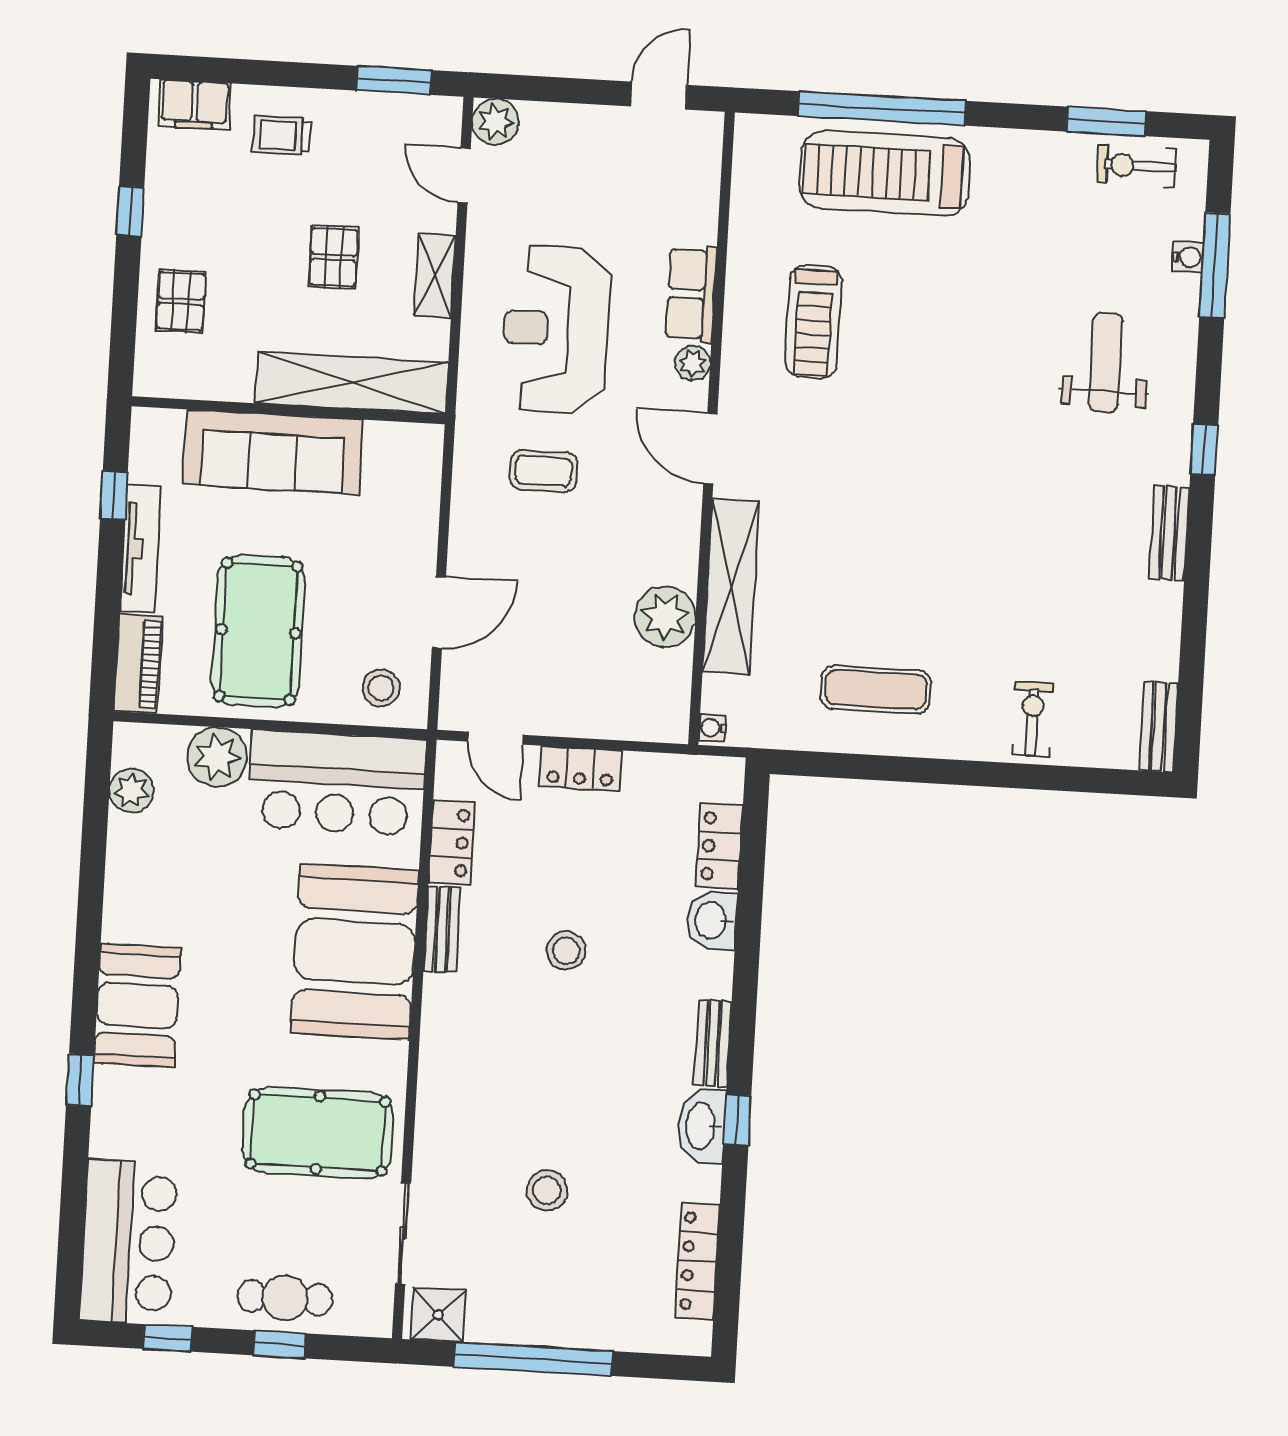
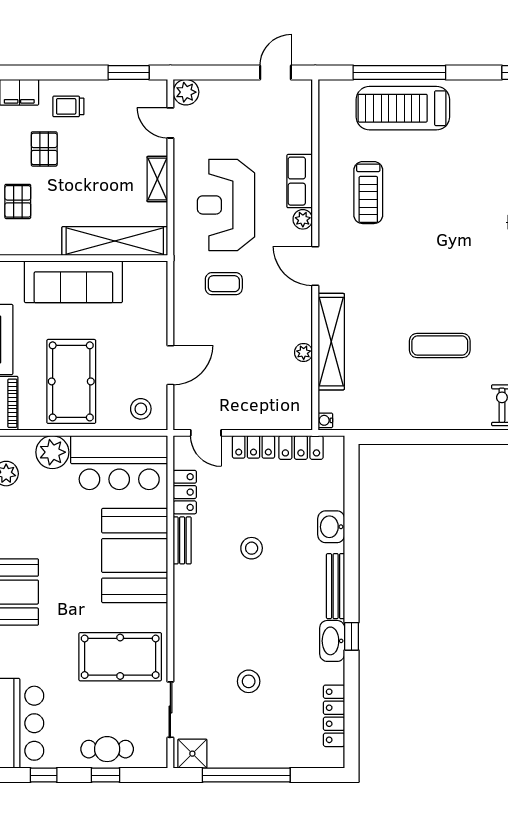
pallet: (334, 257) -> (44, 149), moved
plant: (665, 617) -> (304, 352), width x0.53, depth x0.53
exercise mat: (876, 689) -> (440, 346), moved
locker: (719, 846) -> (301, 447), moved, turned -90
bench: (713, 1043) -> (336, 586), width x1.36

